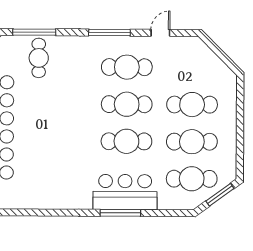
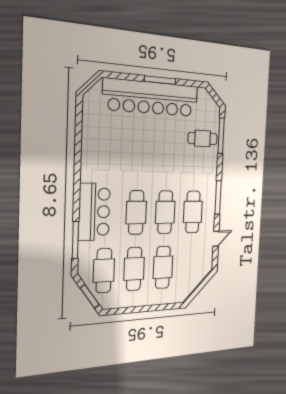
door: (160, 33) -> (216, 239), hinge flipped
window: (120, 213) -> (75, 240), moved

